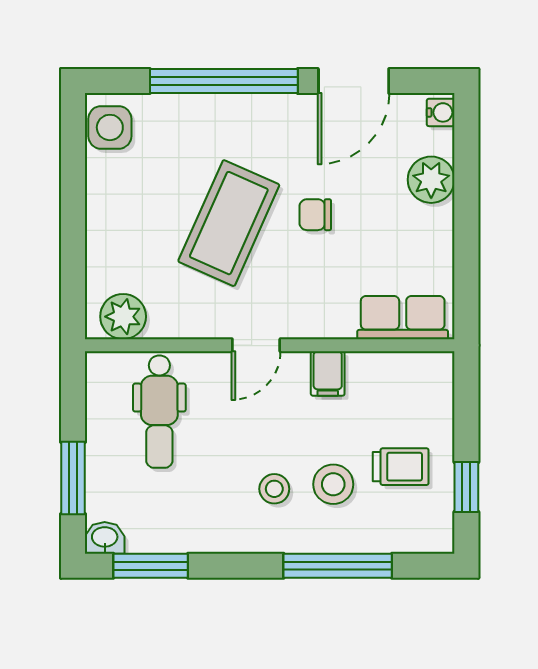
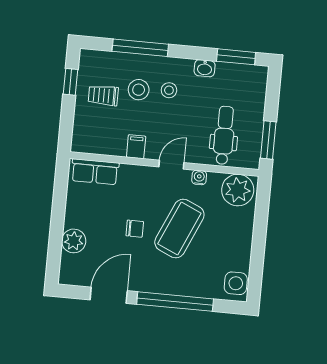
water cooler: (441, 112) -> (199, 177), moved, turned 90
plant: (123, 317) -> (238, 190), width x1.36, depth x1.36
window: (73, 478) -> (268, 140), moved
washbasin: (105, 538) -> (205, 68), moved

